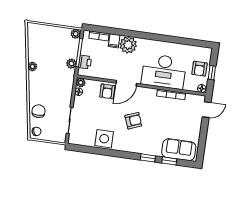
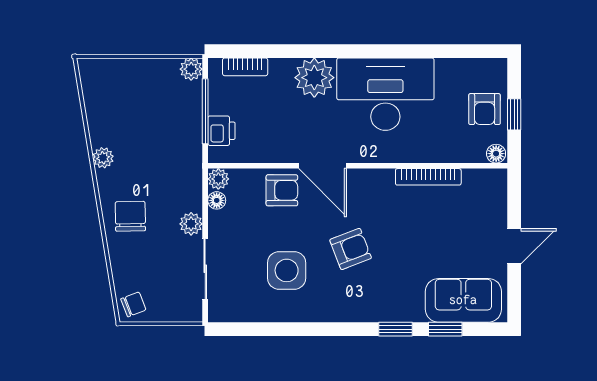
filing cabinet: (114, 41) -> (281, 73), removed
plant: (71, 64) -> (191, 224), moved
desk: (164, 71) -> (385, 94), moved, turned 180
door: (126, 83) -> (323, 166), hinge flipped
armchair: (107, 91) -> (282, 190), turned -90
door: (207, 110) -> (514, 246), moved
chair: (38, 111) -> (130, 216), moved
side table: (104, 139) -> (287, 270), moved

